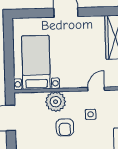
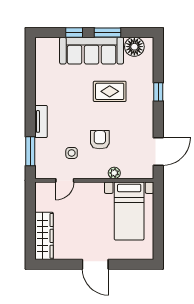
plant: (56, 102) -> (114, 173), width x0.53, depth x0.53

